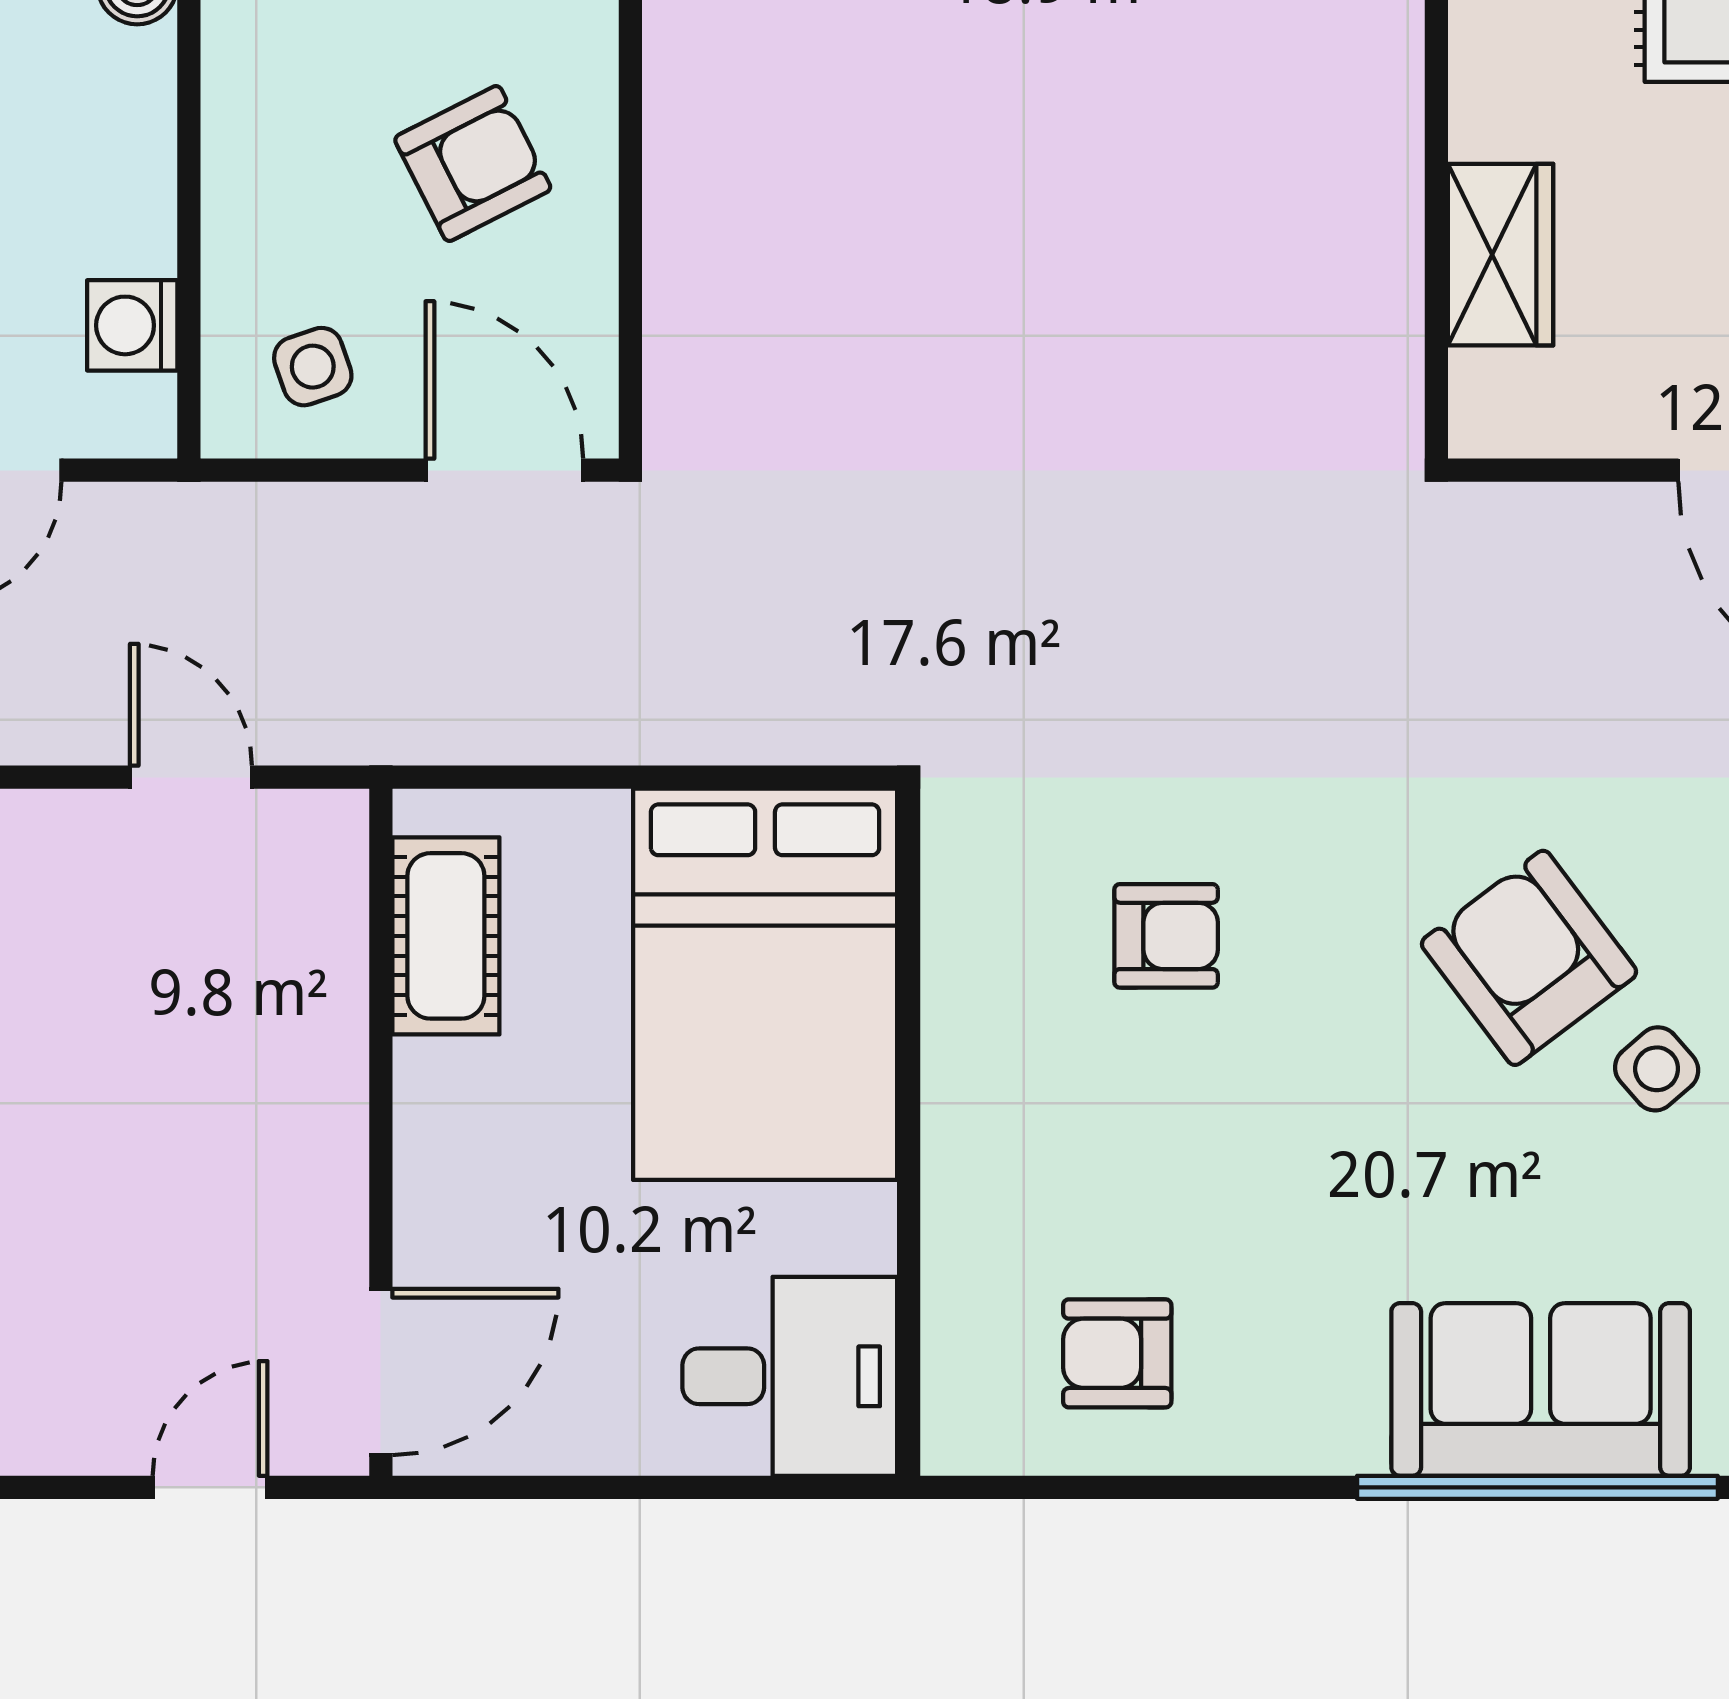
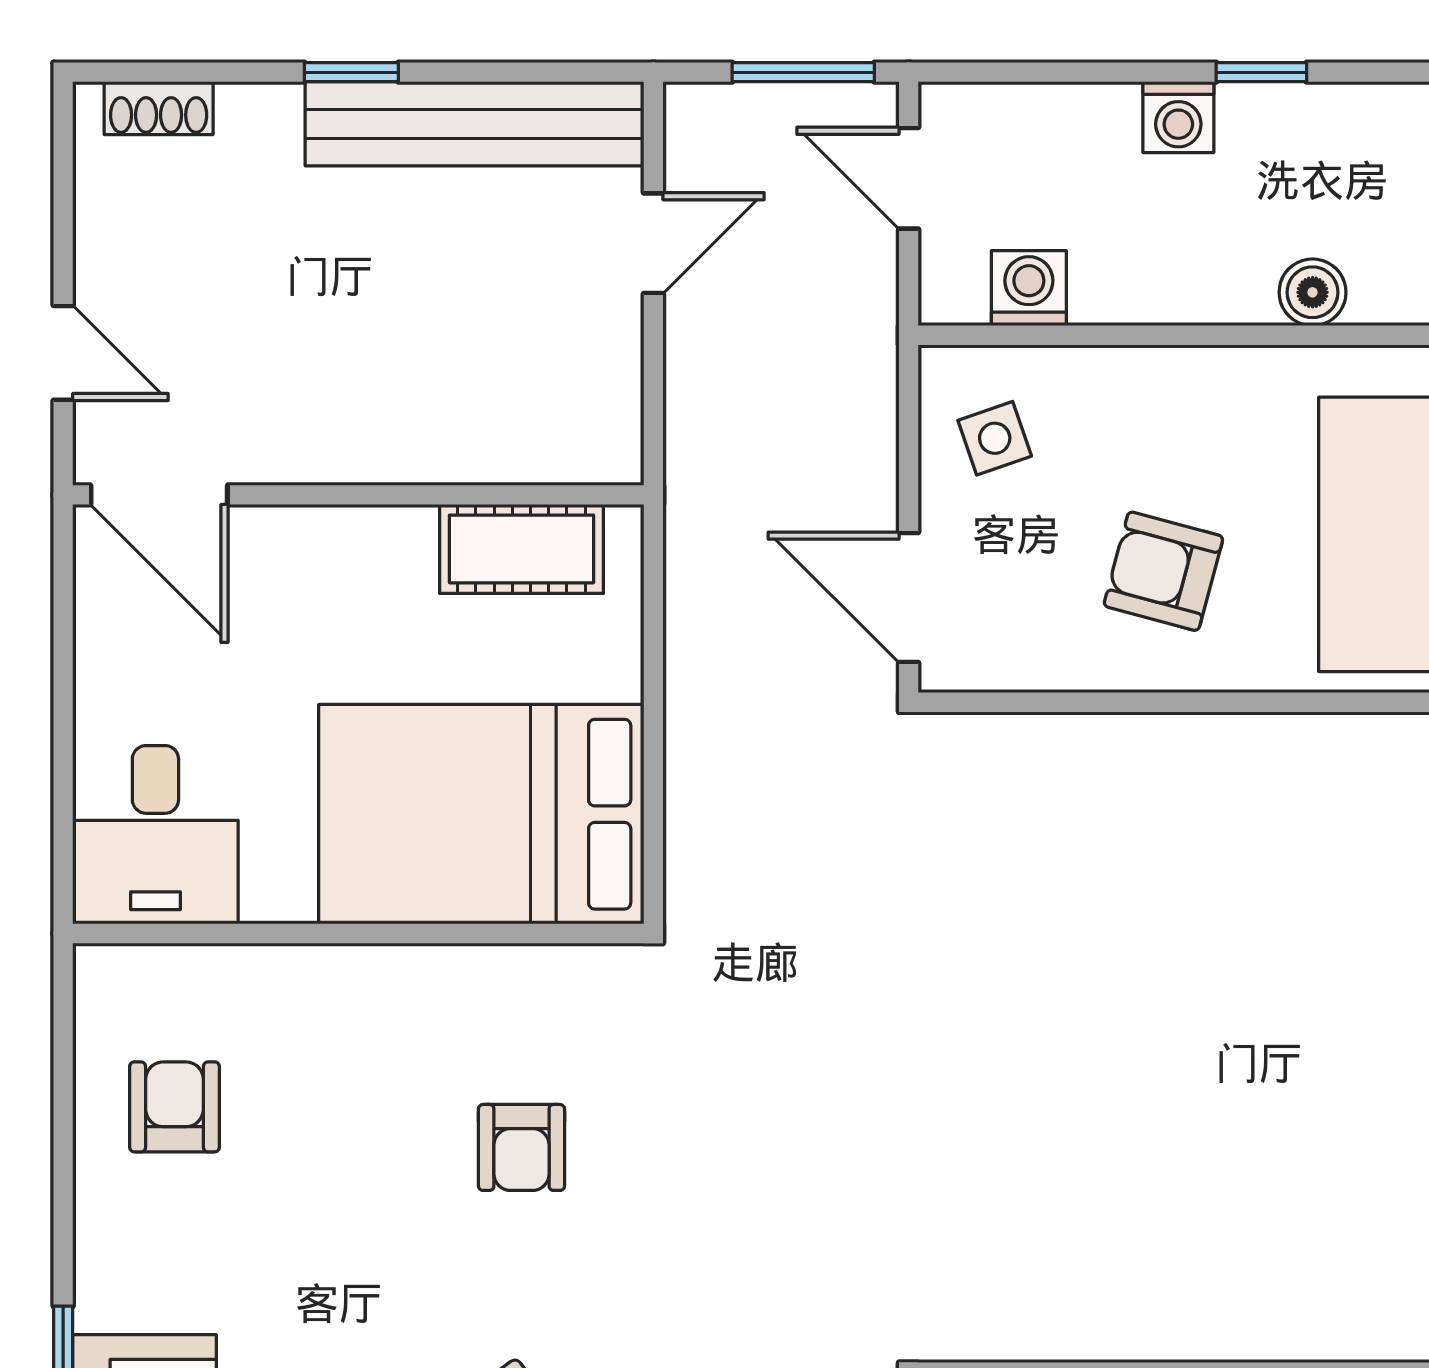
armchair: (473, 164) -> (1163, 571), turned 132
door: (504, 470) -> (909, 597), swing flipped
door: (191, 777) -> (653, 243), moved

